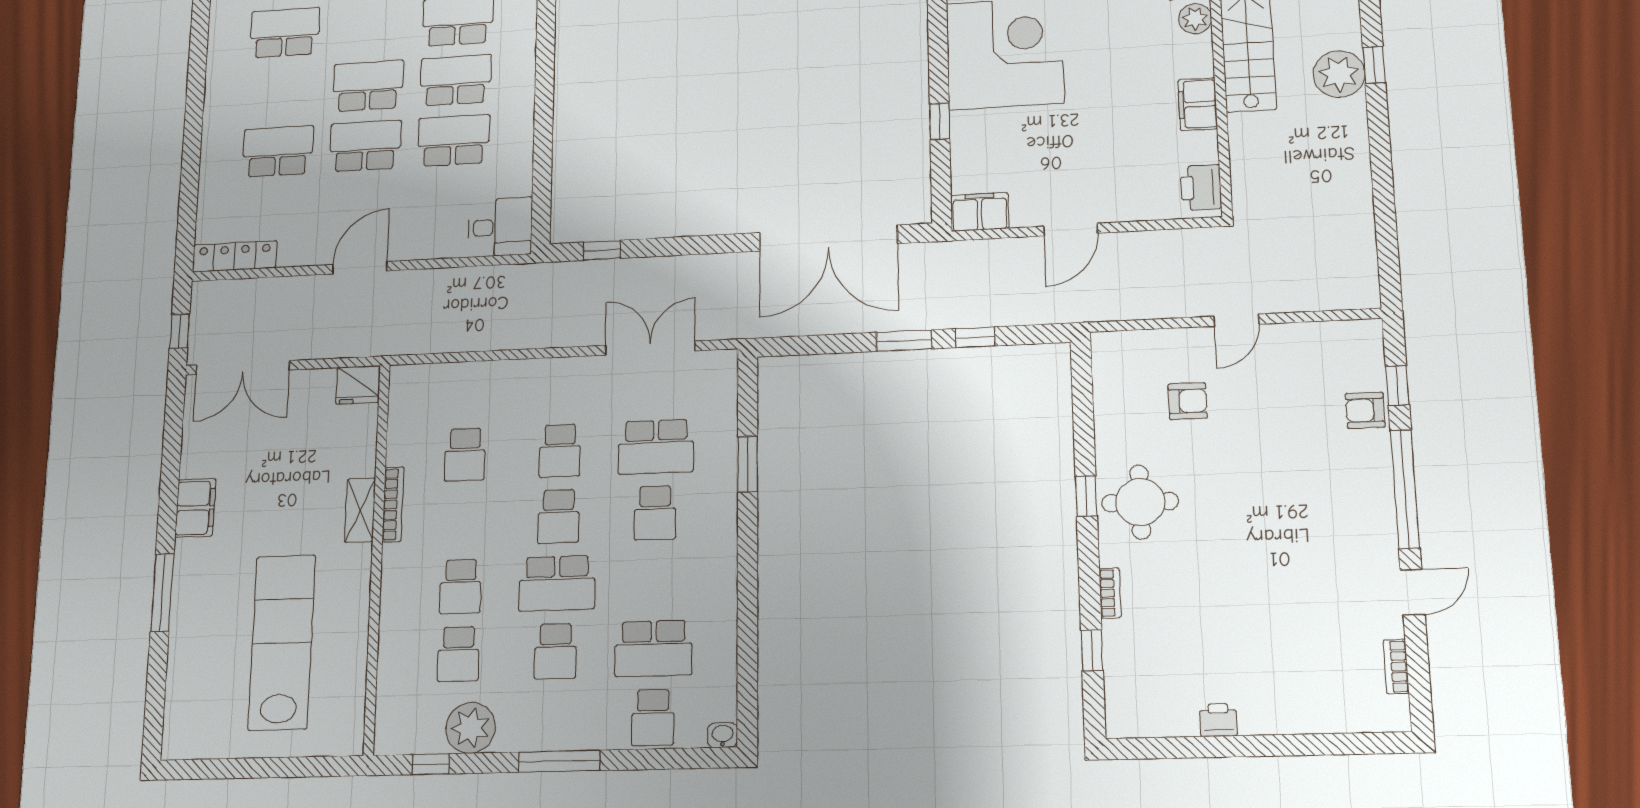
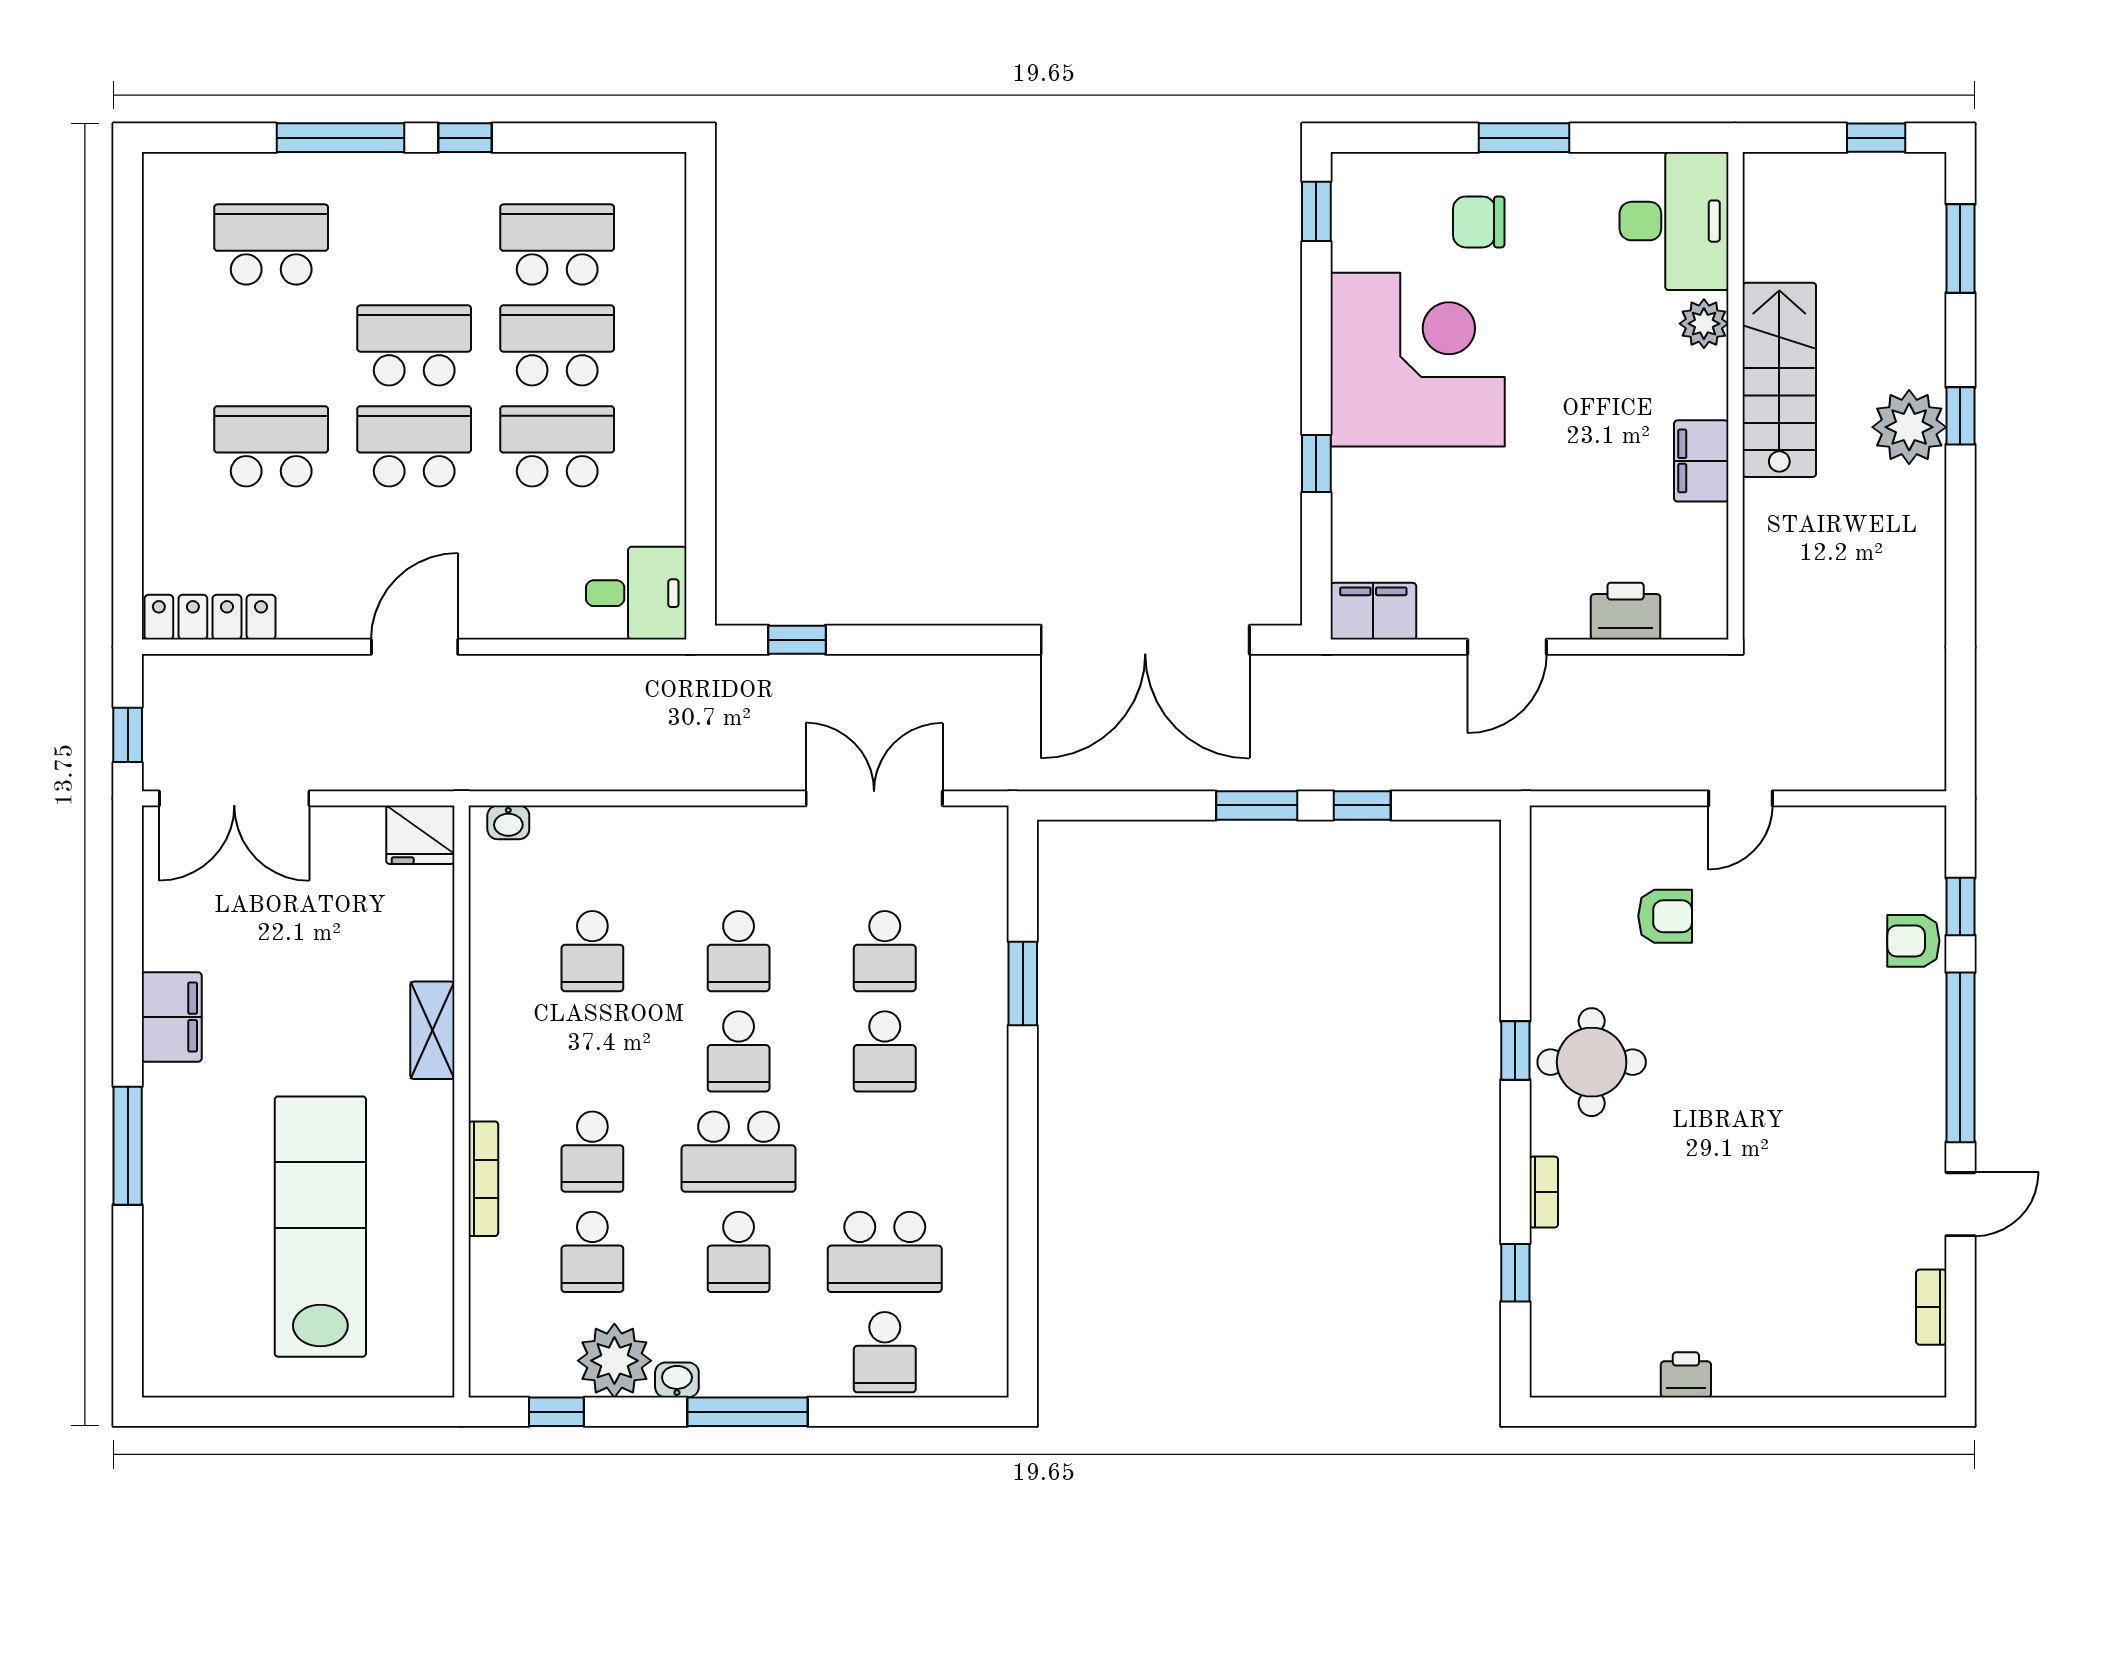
printer: (1201, 187) -> (1626, 611), moved, turned 90
washbasin: (414, 374) -> (508, 822), added
school desk: (656, 447) -> (885, 951), width x0.54
bookcase: (393, 504) -> (483, 1179), moved
washbasin: (722, 735) -> (677, 1380), moved

